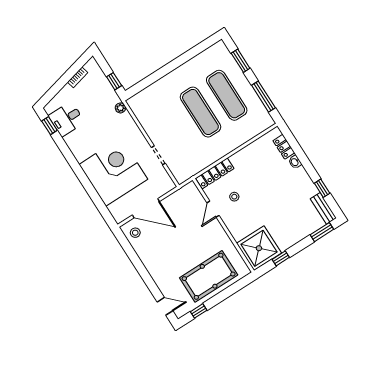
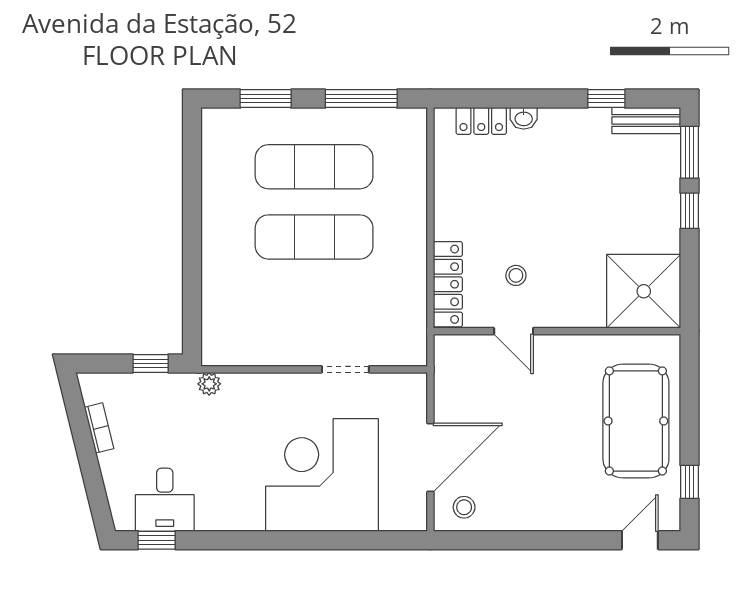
window: (281, 258) -> (689, 211), moved

